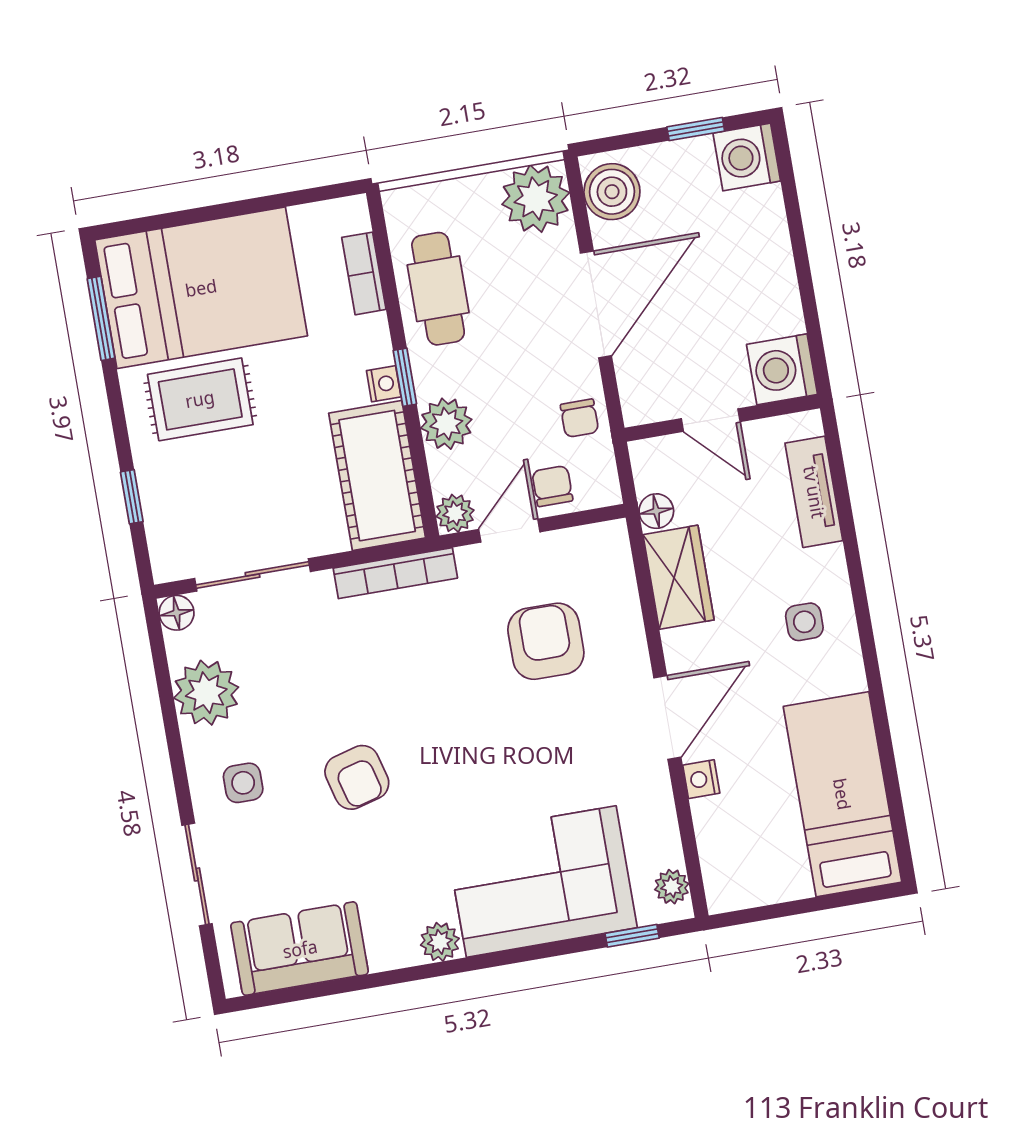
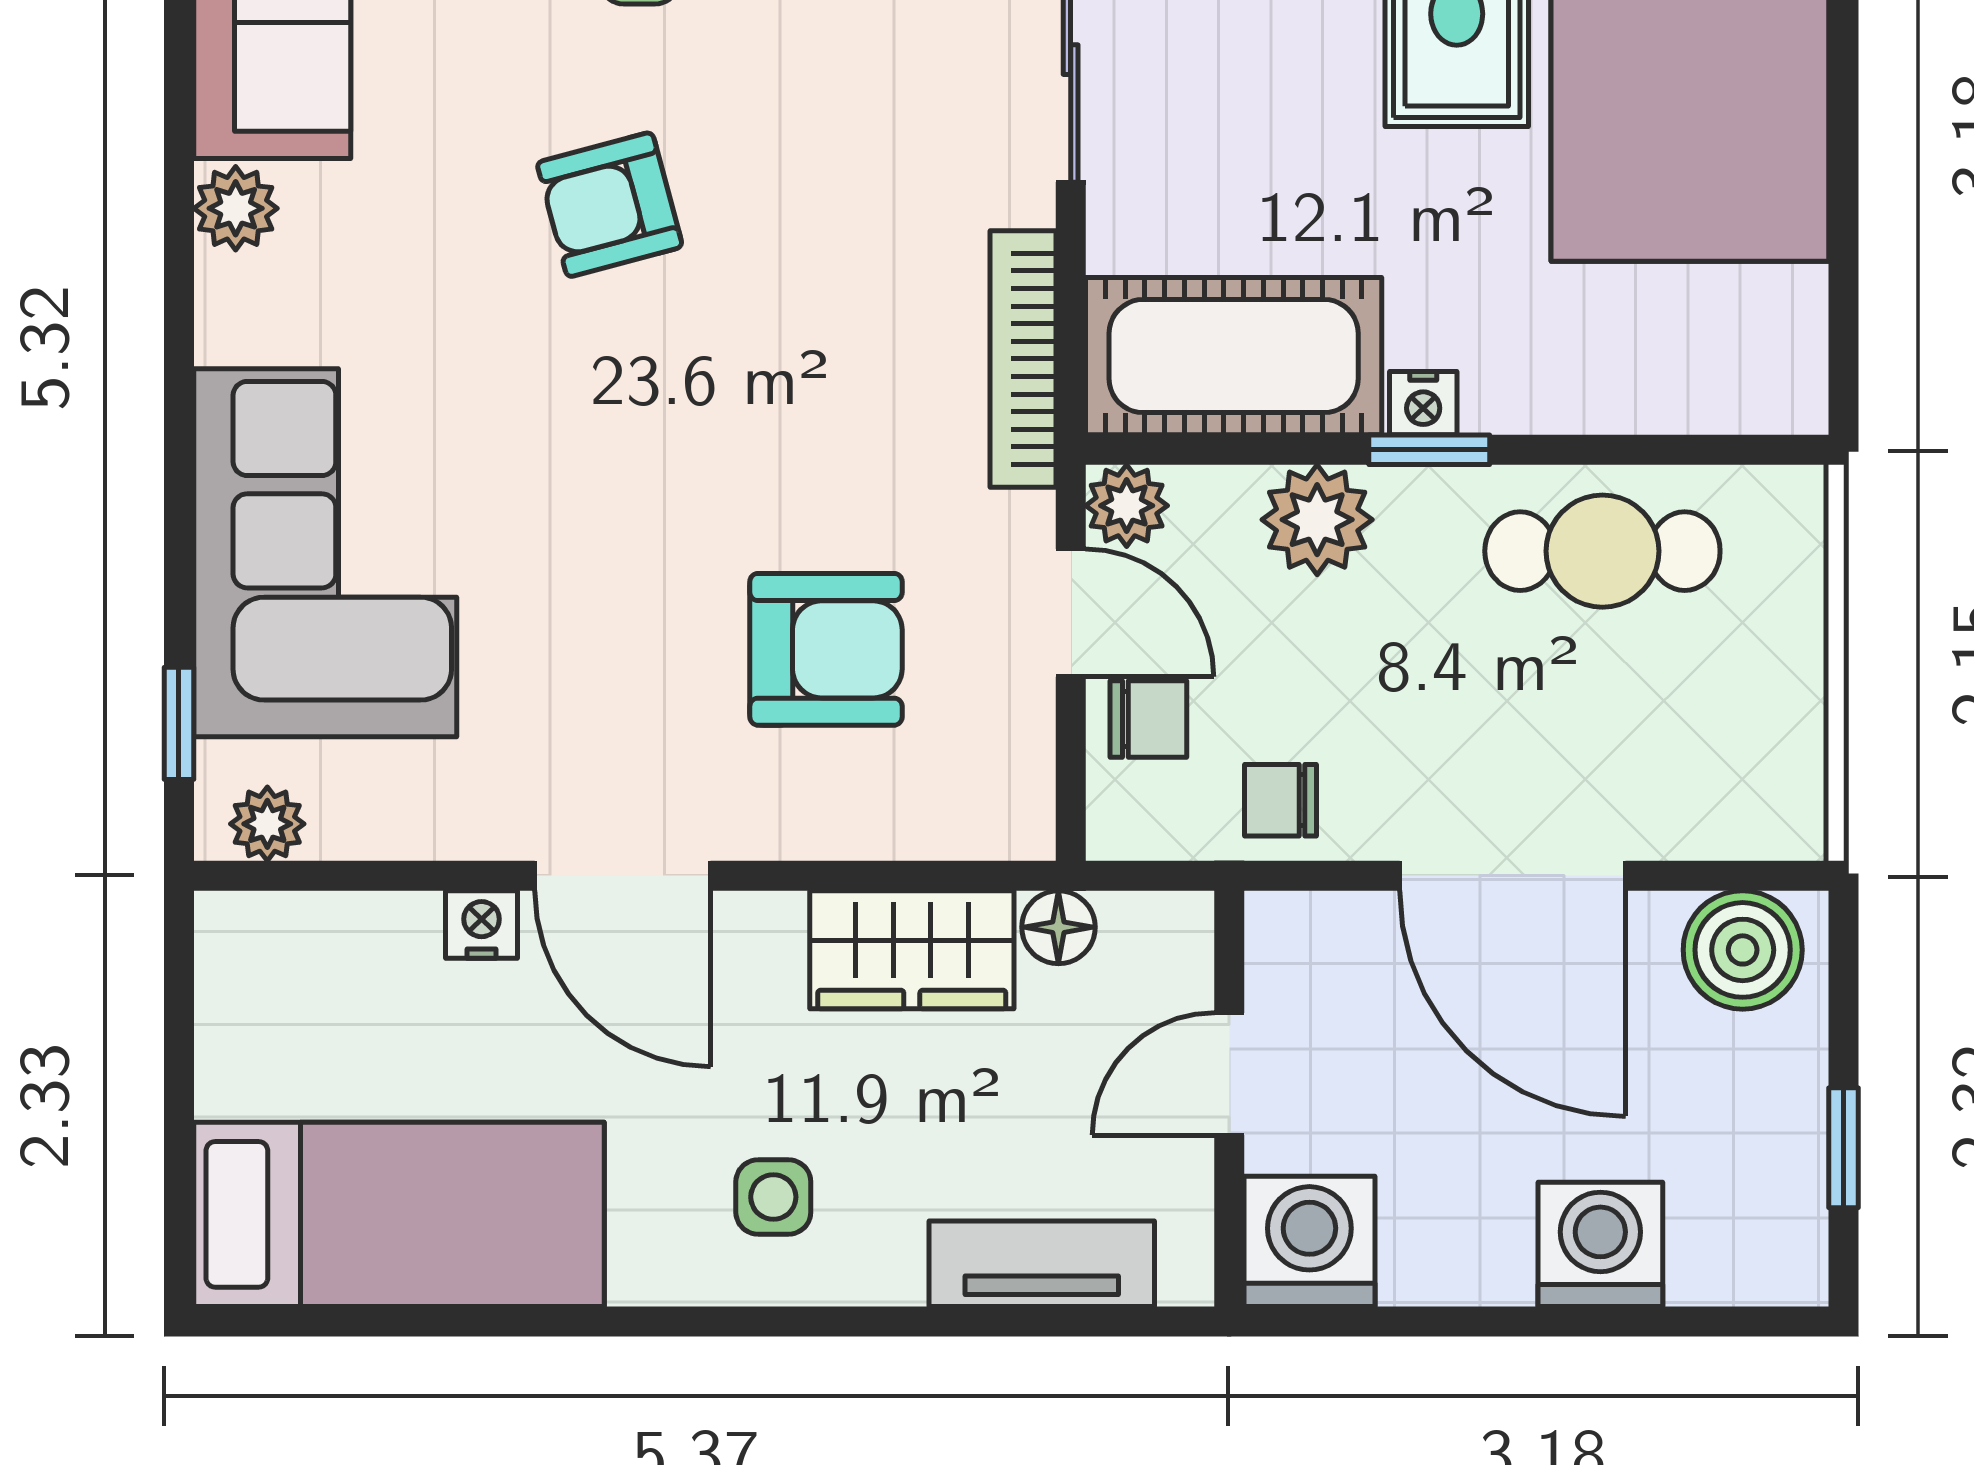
washing machine: (747, 157) -> (1600, 1244), moved
plant: (536, 199) -> (1756, 788), removed
bookcase: (364, 273) -> (1661, 401), removed
plant: (440, 942) -> (236, 208), moved

